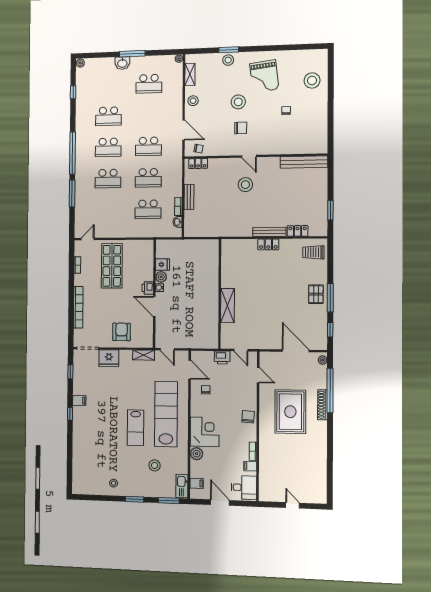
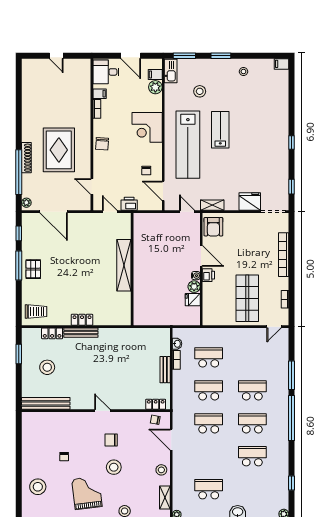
stool: (245, 185) -> (47, 367), moved
shelving: (227, 306) -> (124, 265), width x1.47
armchair: (121, 332) -> (213, 227), moved
filing cabinet: (79, 400) -> (281, 64), moved
plant: (197, 454) -> (155, 87), moved

